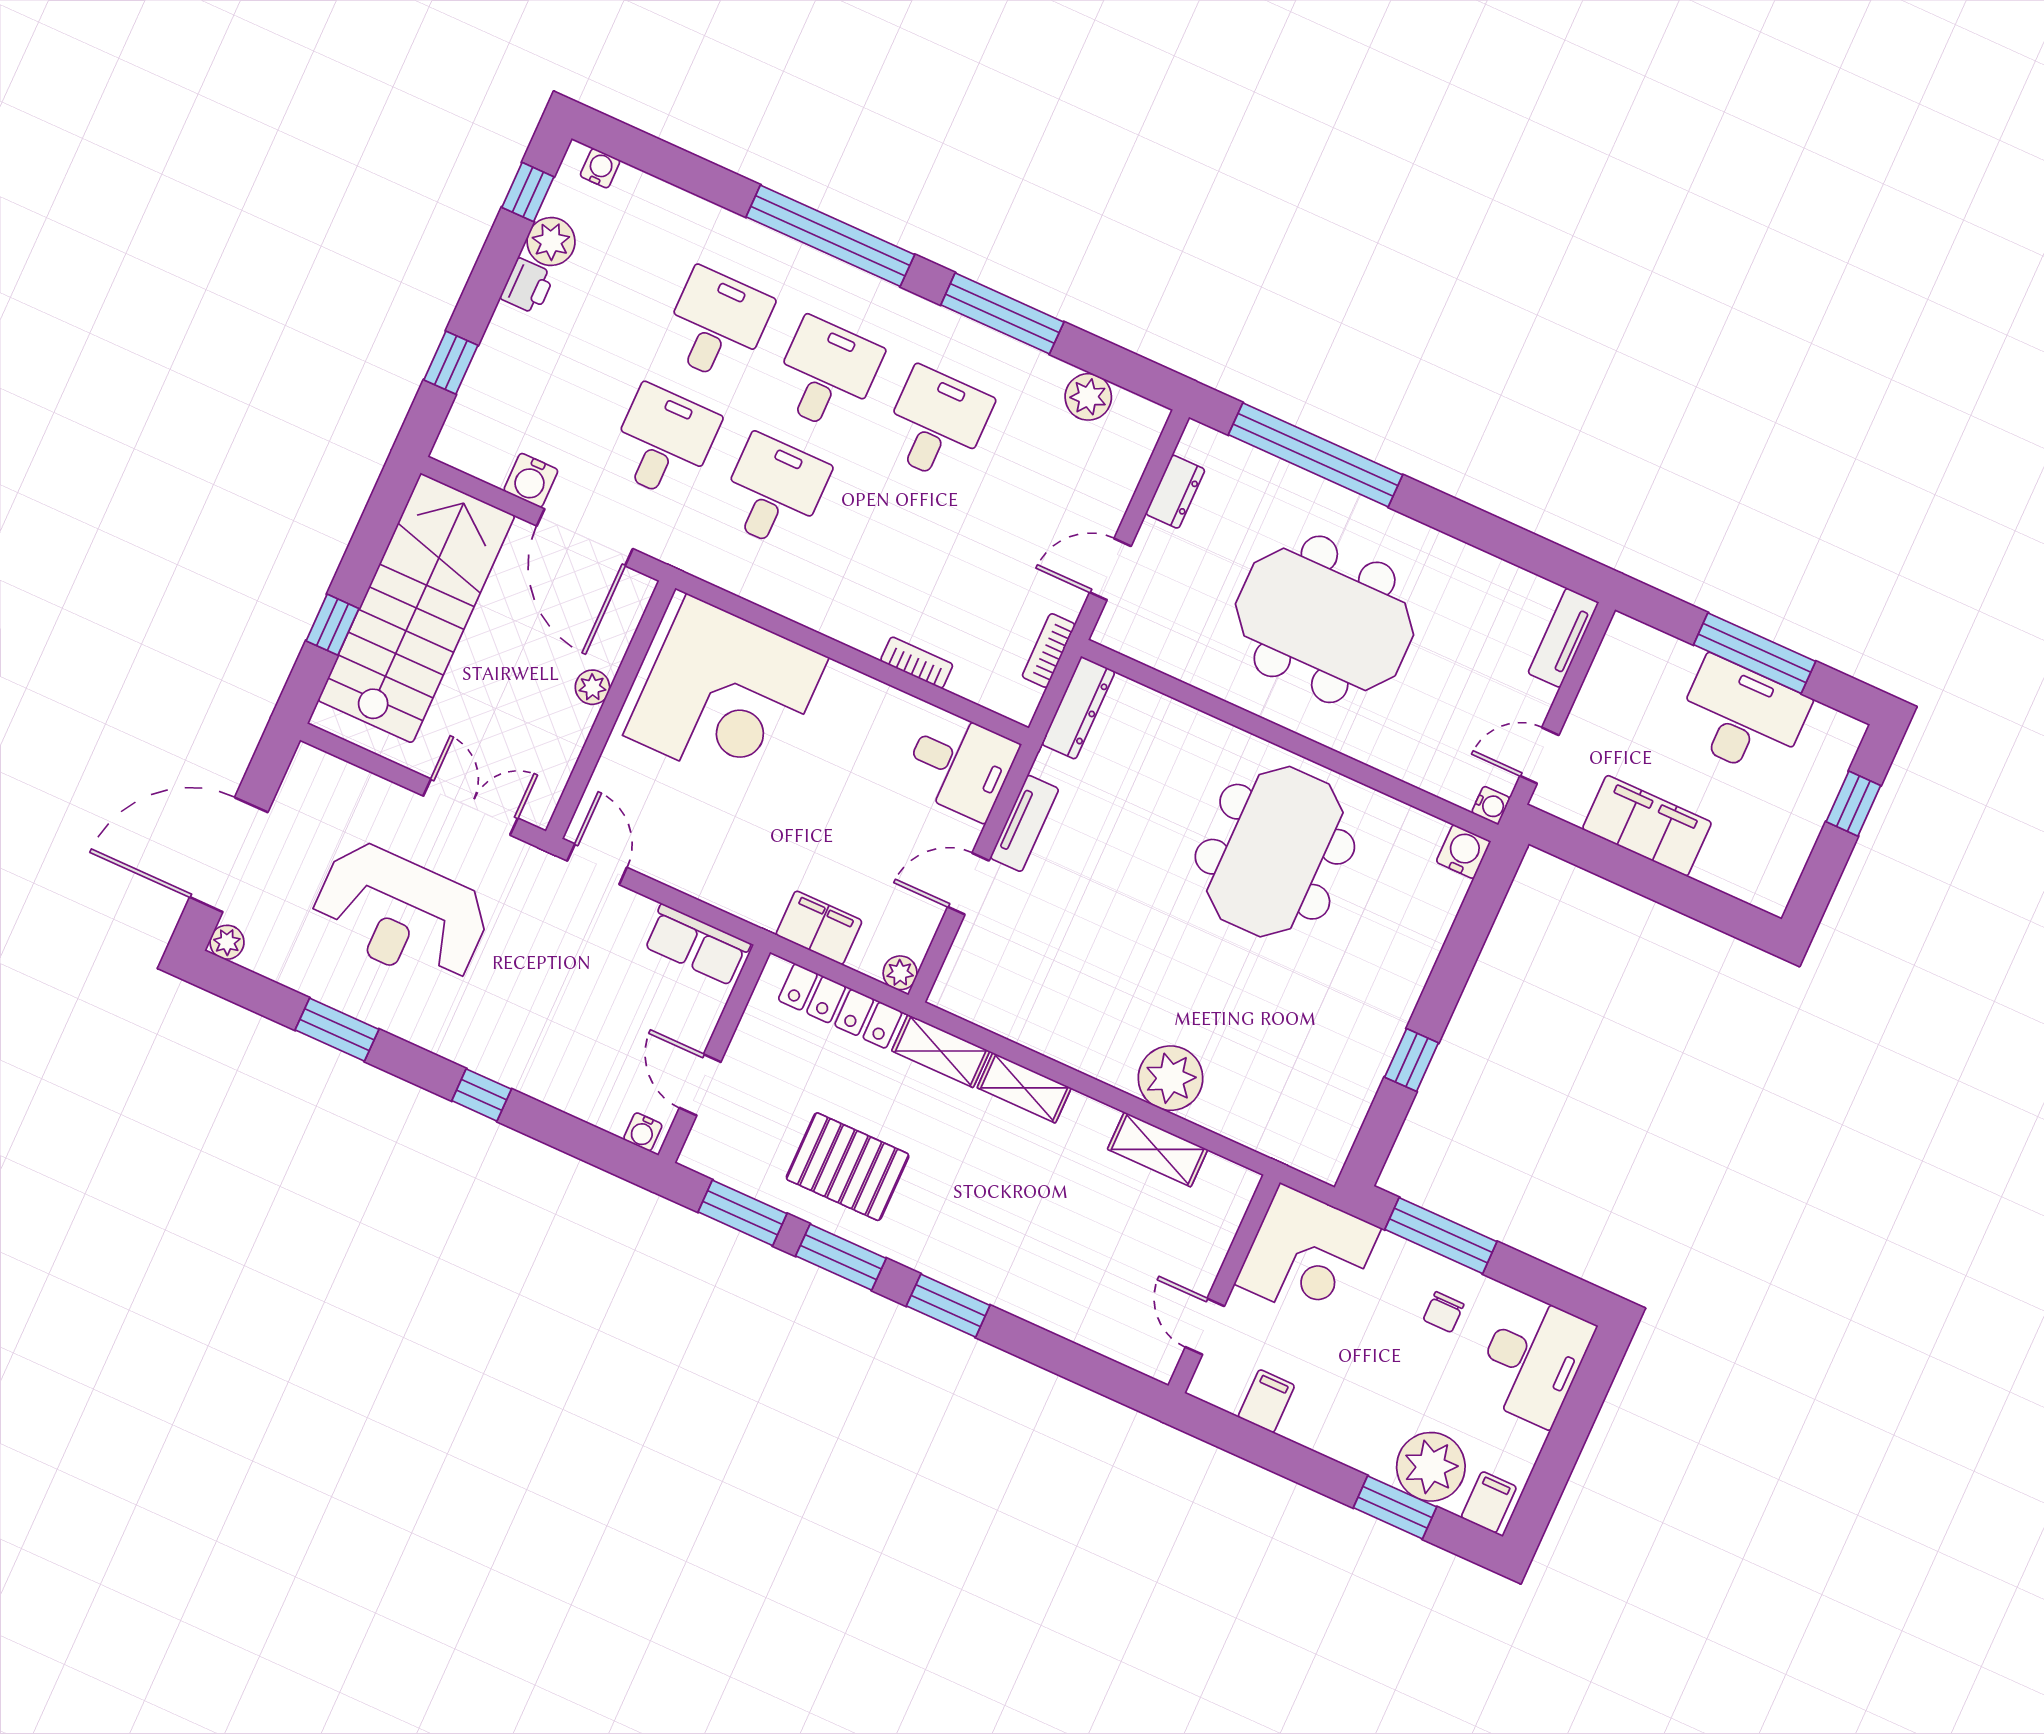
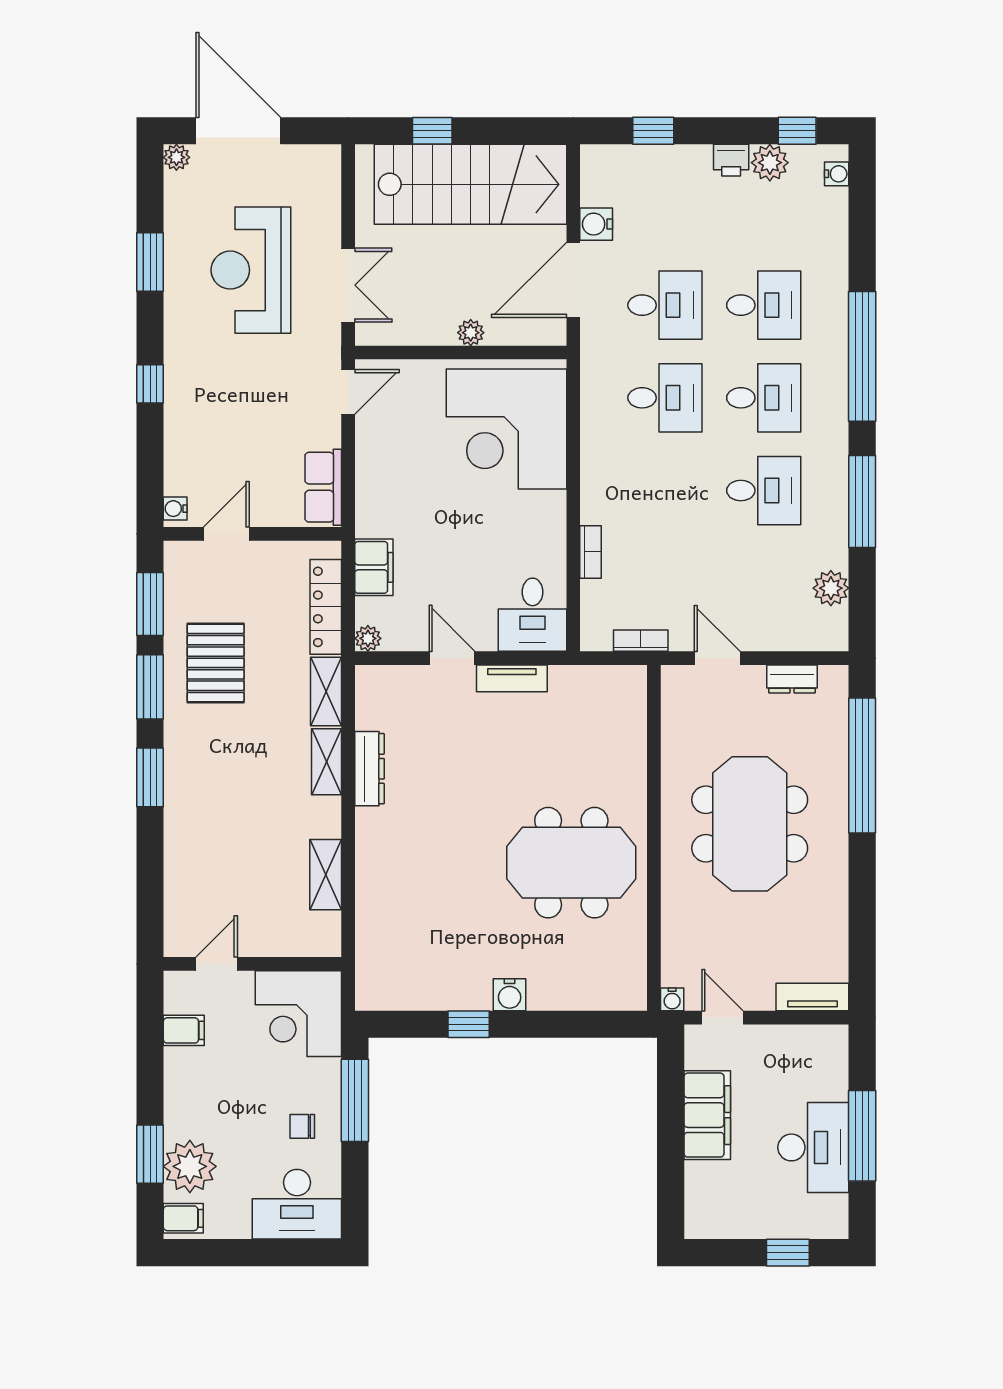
dresser: (1078, 708) -> (370, 769), moved, turned -90
water cooler: (1463, 852) -> (510, 995), moved, turned 90
plant: (1171, 1078) -> (380, 861), removed

